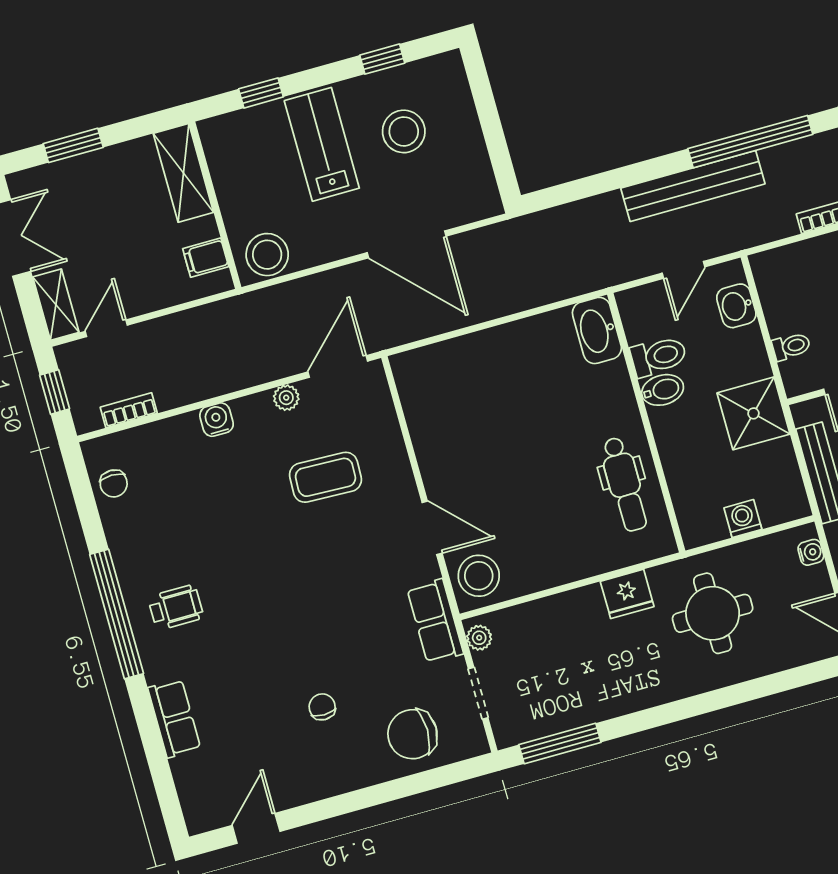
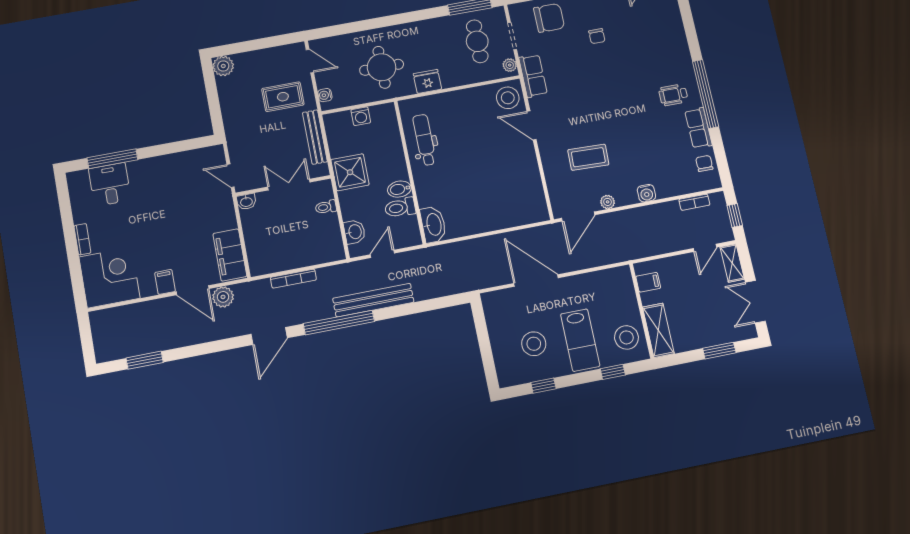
stool: (267, 255) -> (627, 337), moved
cafe table: (542, 678) -> (477, 41), added
row of seats: (174, 718) -> (698, 128), moved

